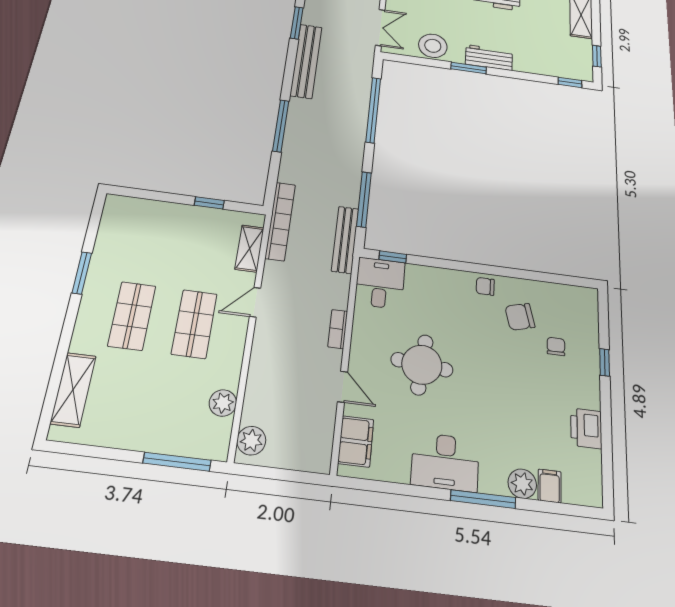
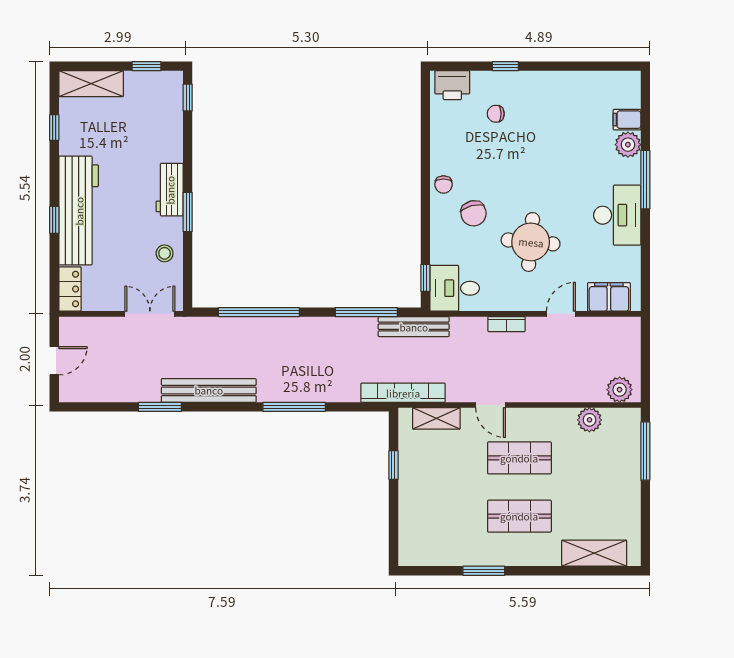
stool: (433, 46) -> (165, 253), width x0.53, depth x0.53
chair: (520, 317) -> (474, 213), moved
printer: (586, 428) -> (452, 85), moved

